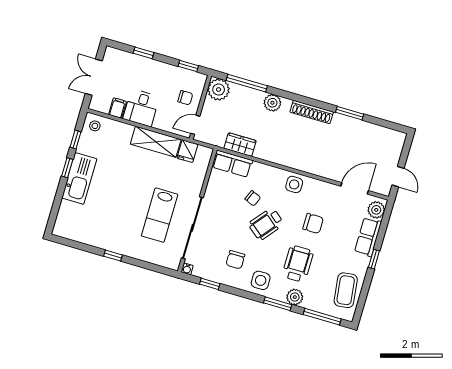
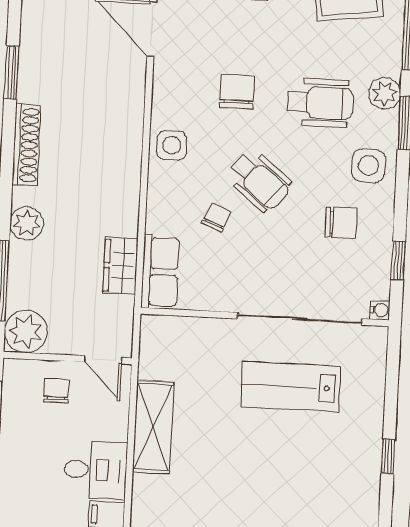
fridge: (187, 151) -> (157, 363), removed
lab bench: (160, 215) -> (290, 387), turned 180
wheelchair: (298, 264) -> (320, 103), turned 180

